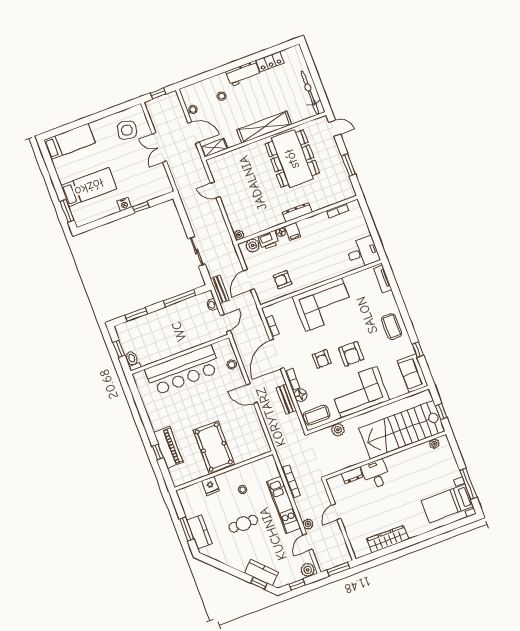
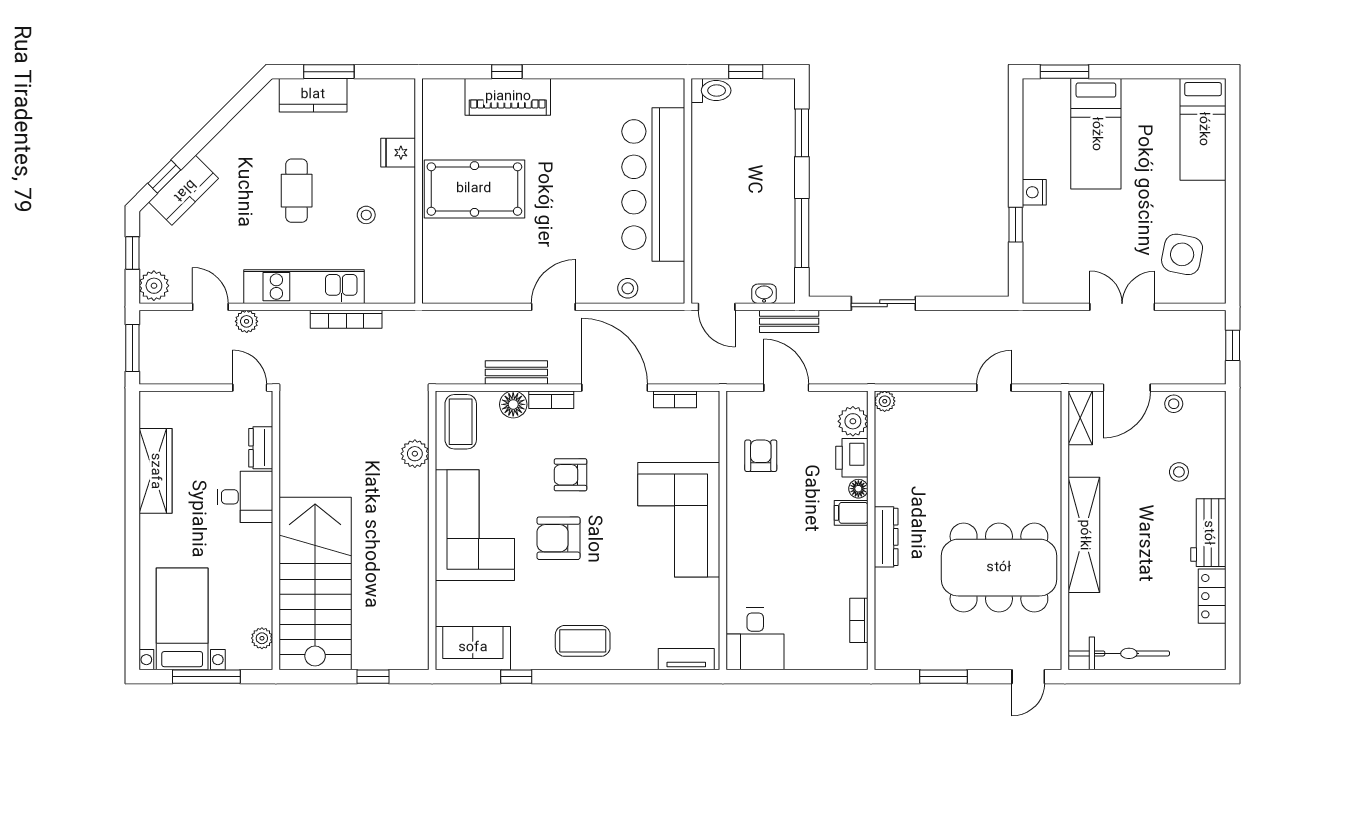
stairs: (402, 430) -> (315, 583), moved
plant: (434, 444) -> (262, 638), moved
wall: (385, 455) -> (276, 530), moved
desk: (376, 474) -> (245, 497), moved
dresser: (352, 475) -> (261, 448), moved

